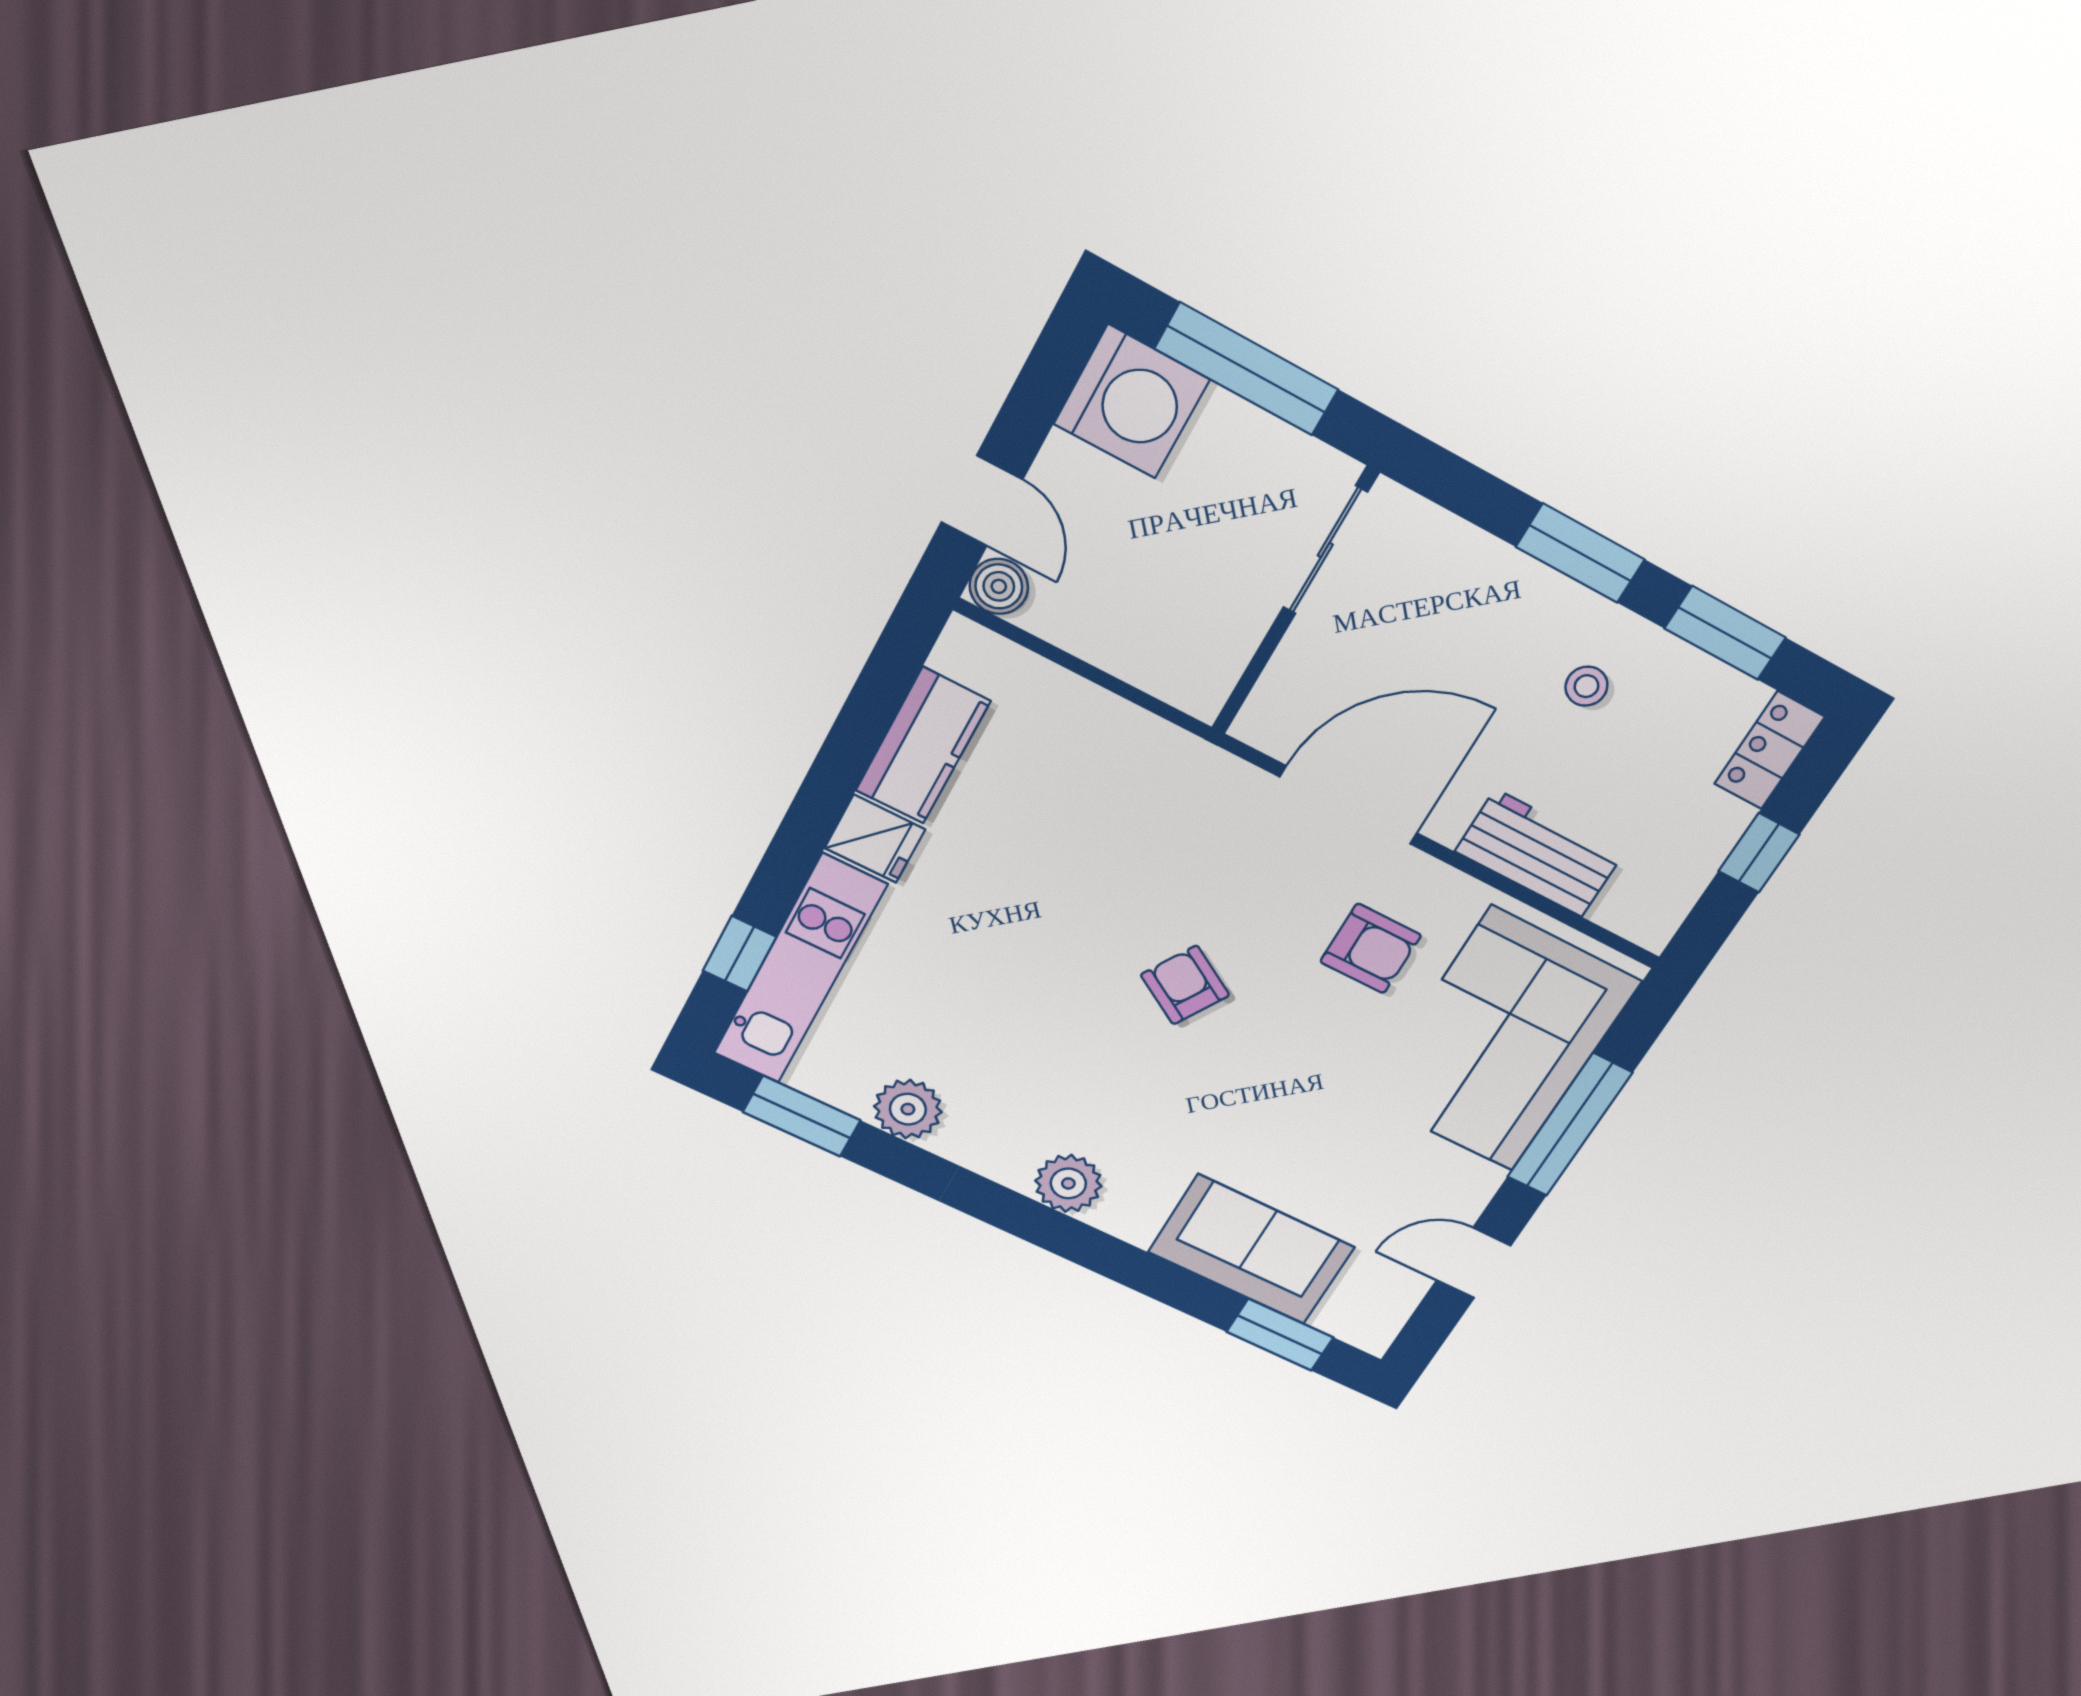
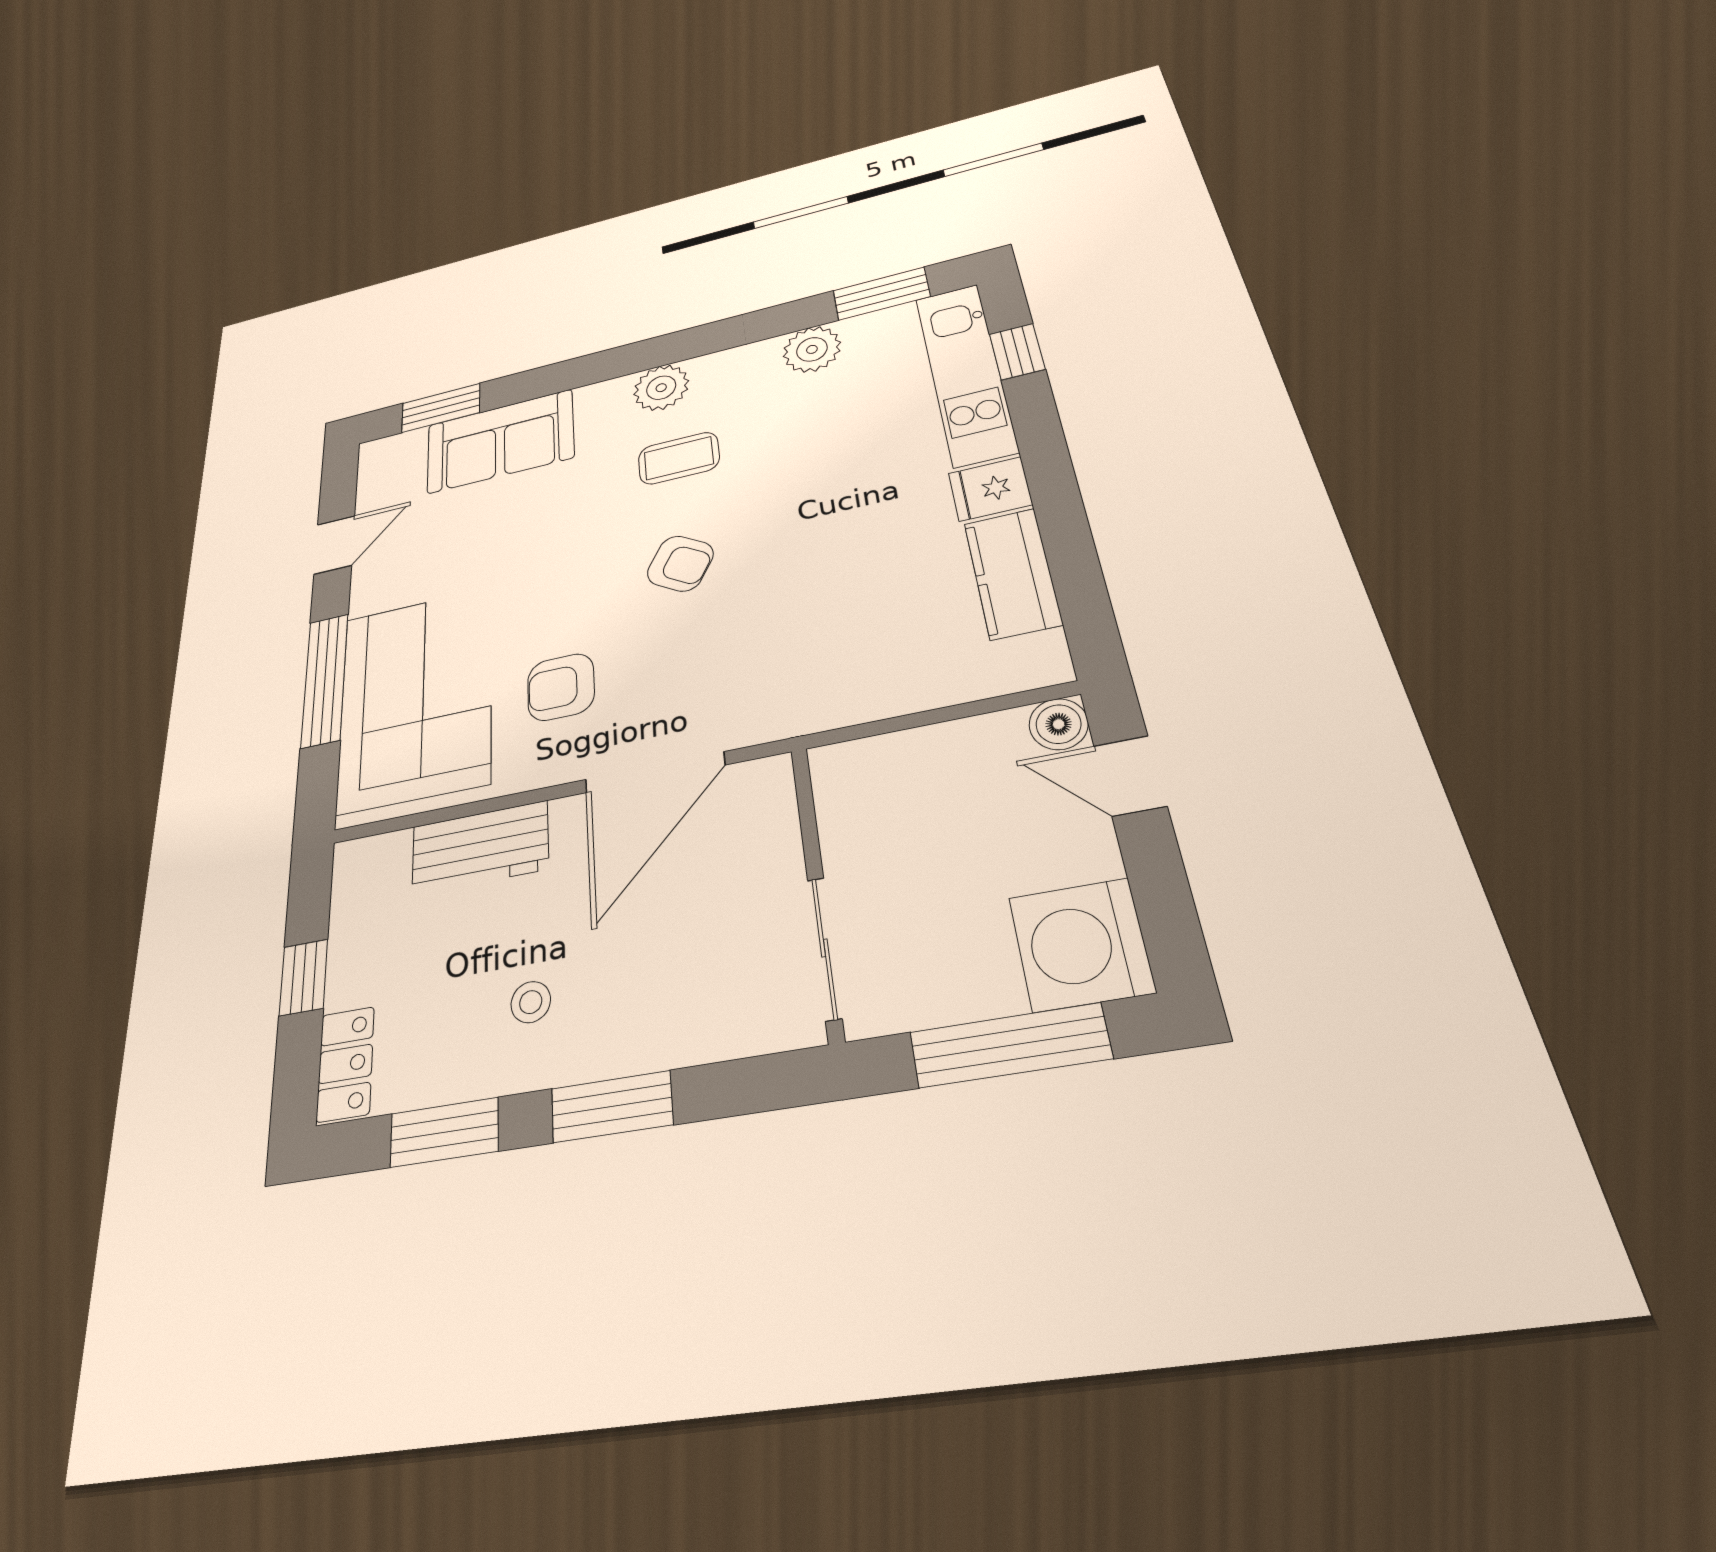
coffee table: (1108, 1094) -> (679, 458), added

